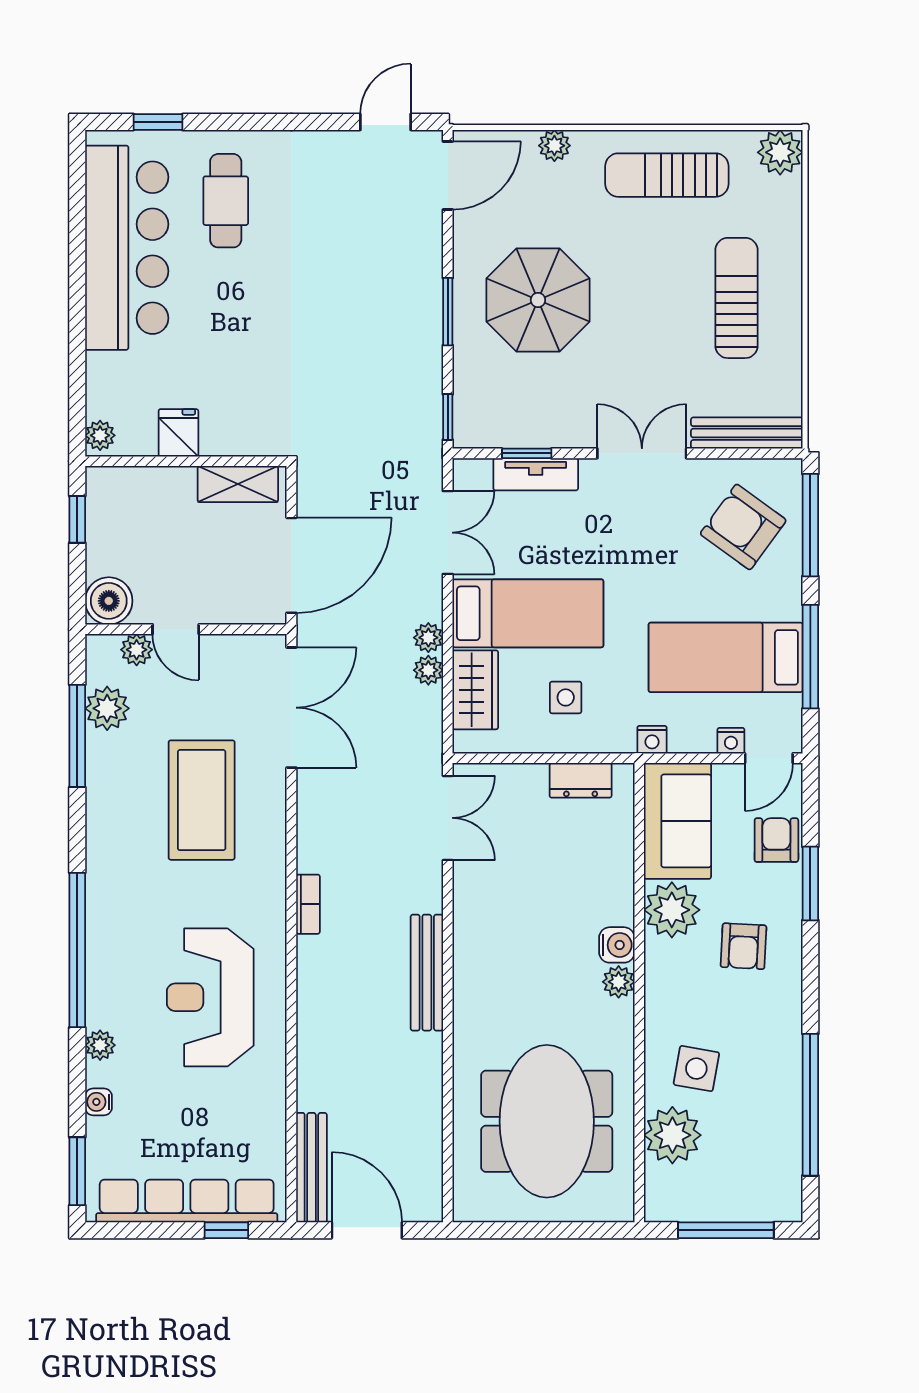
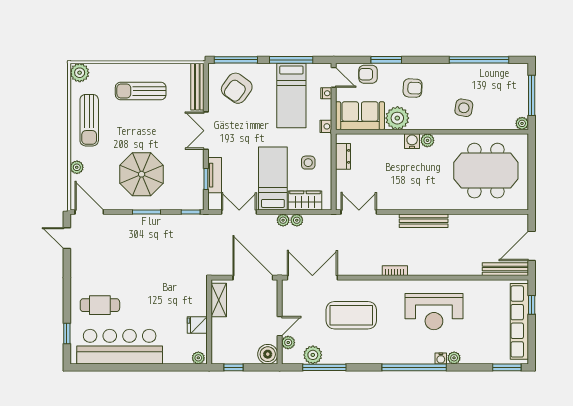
water cooler: (99, 1102) -> (441, 358), moved
plant: (672, 1135) -> (522, 123), moved, width x0.53, depth x0.53

